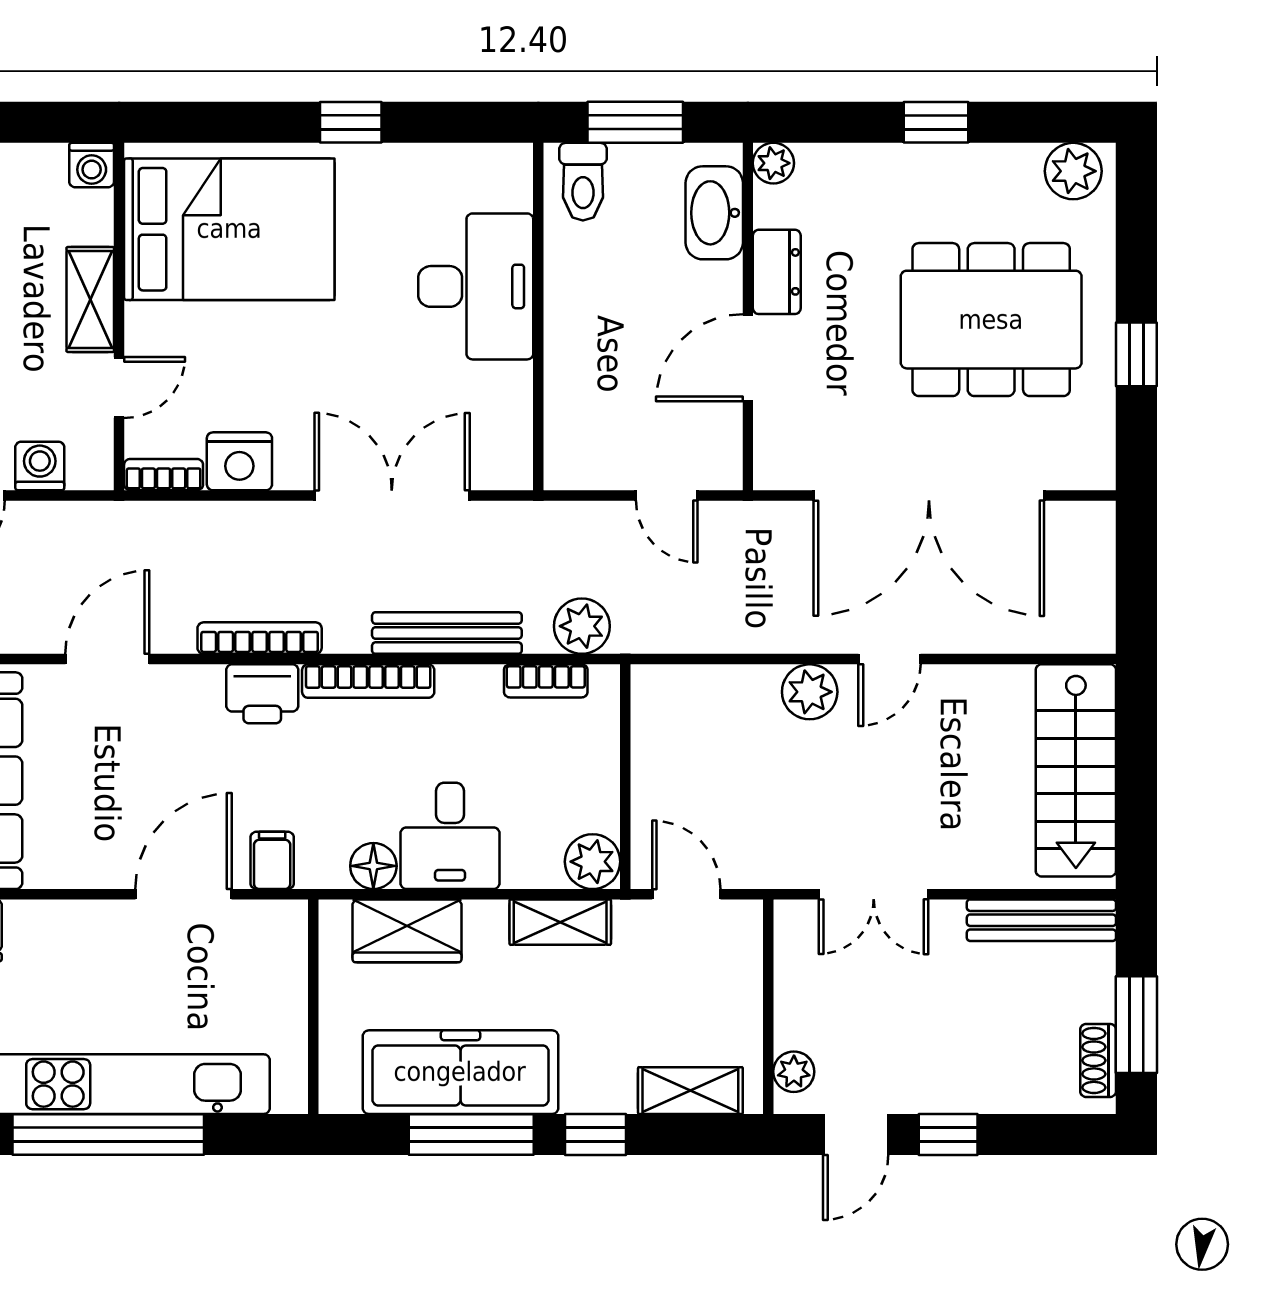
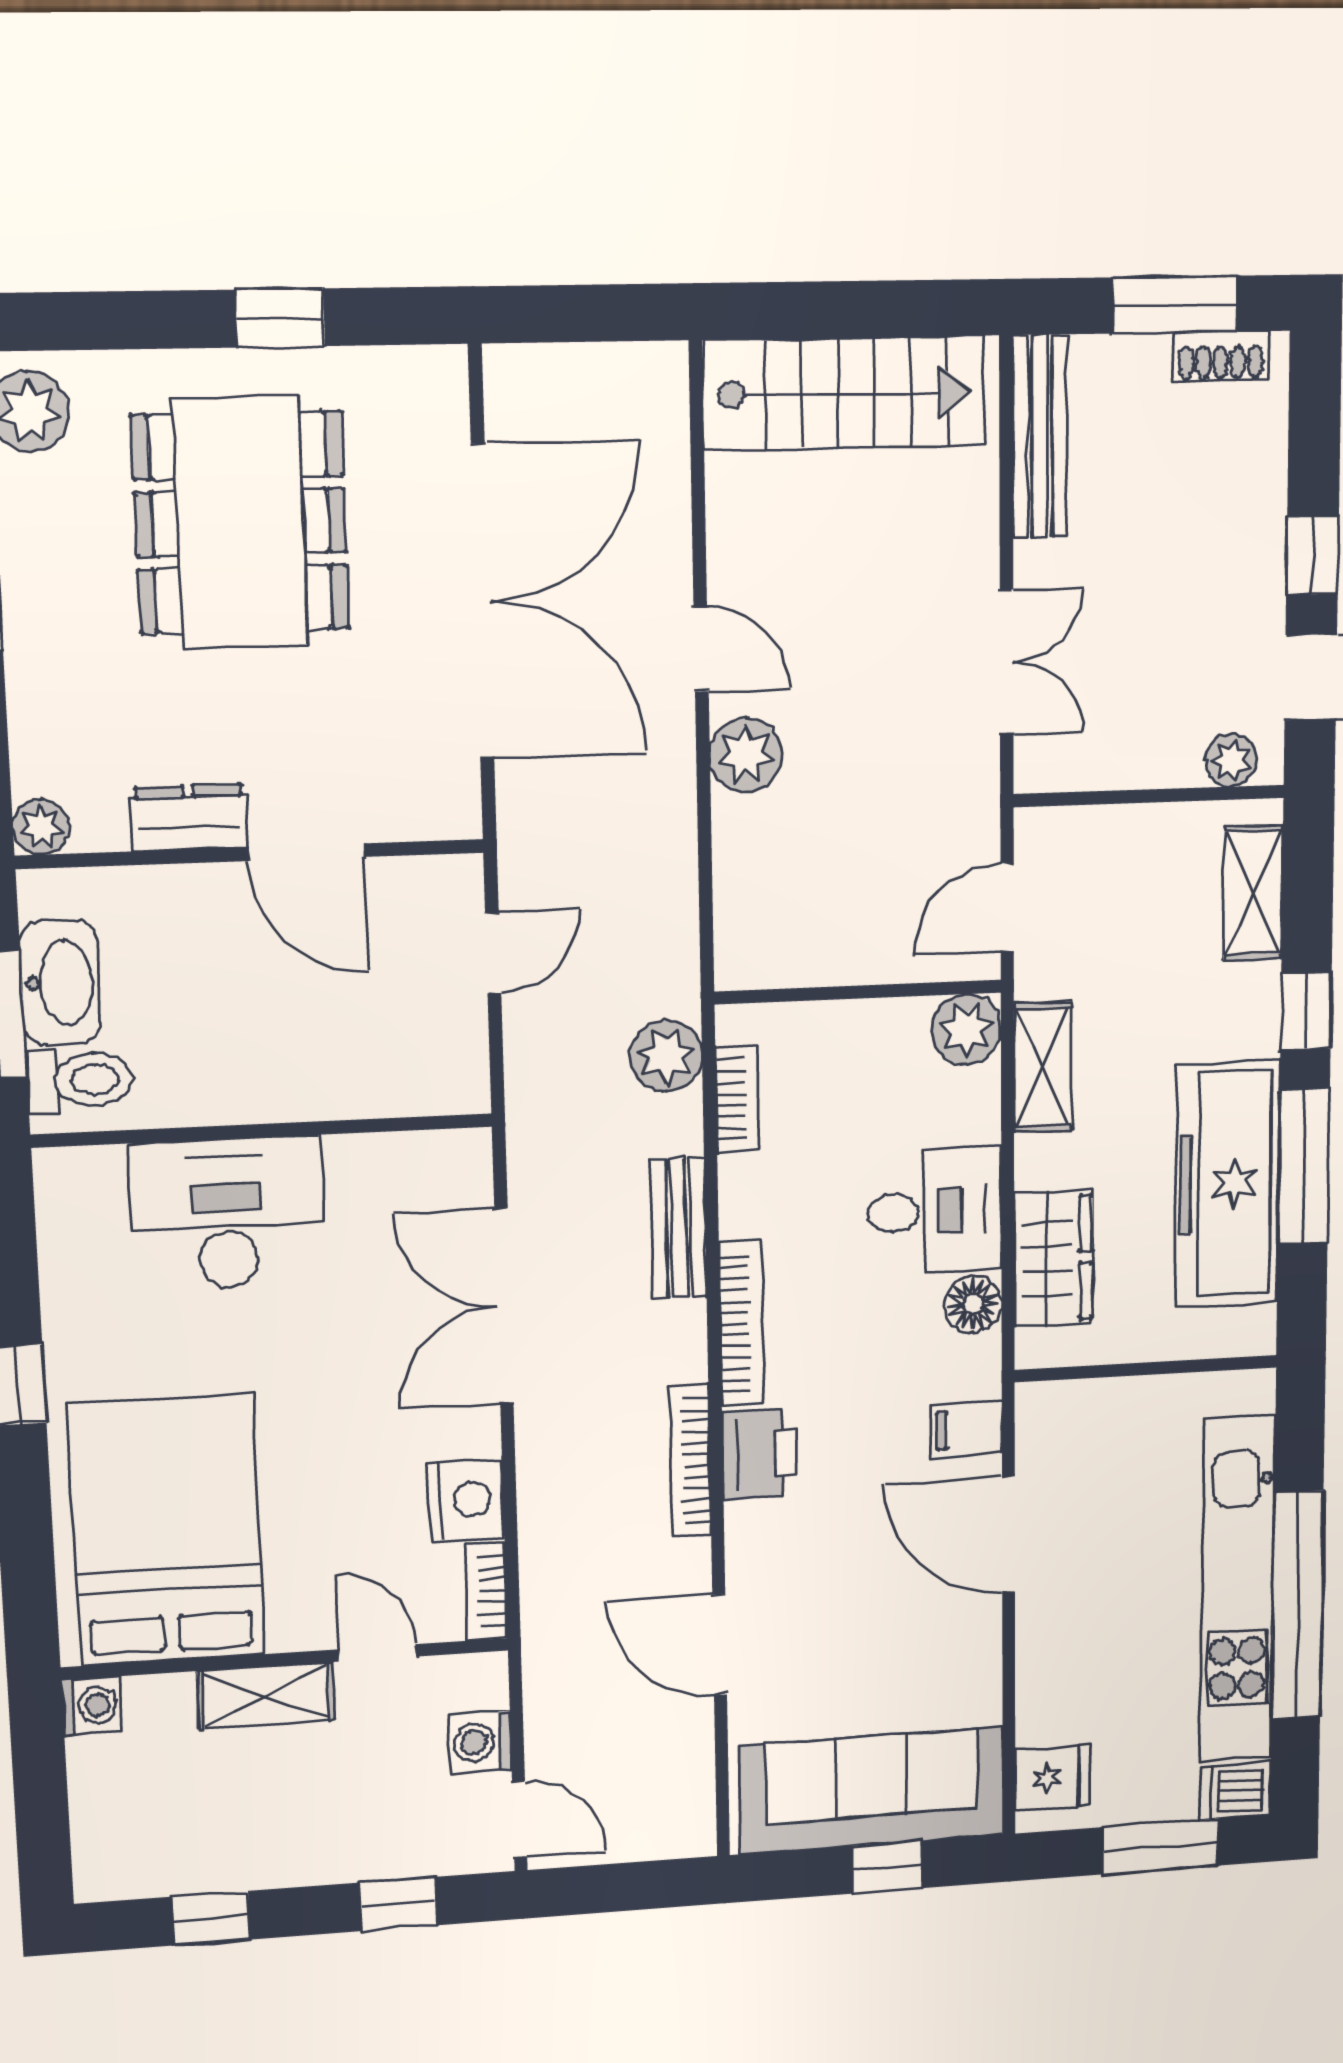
washbasin: (714, 213) -> (60, 982), moved, turned -90
bench: (447, 633) -> (679, 1228), width x0.73

